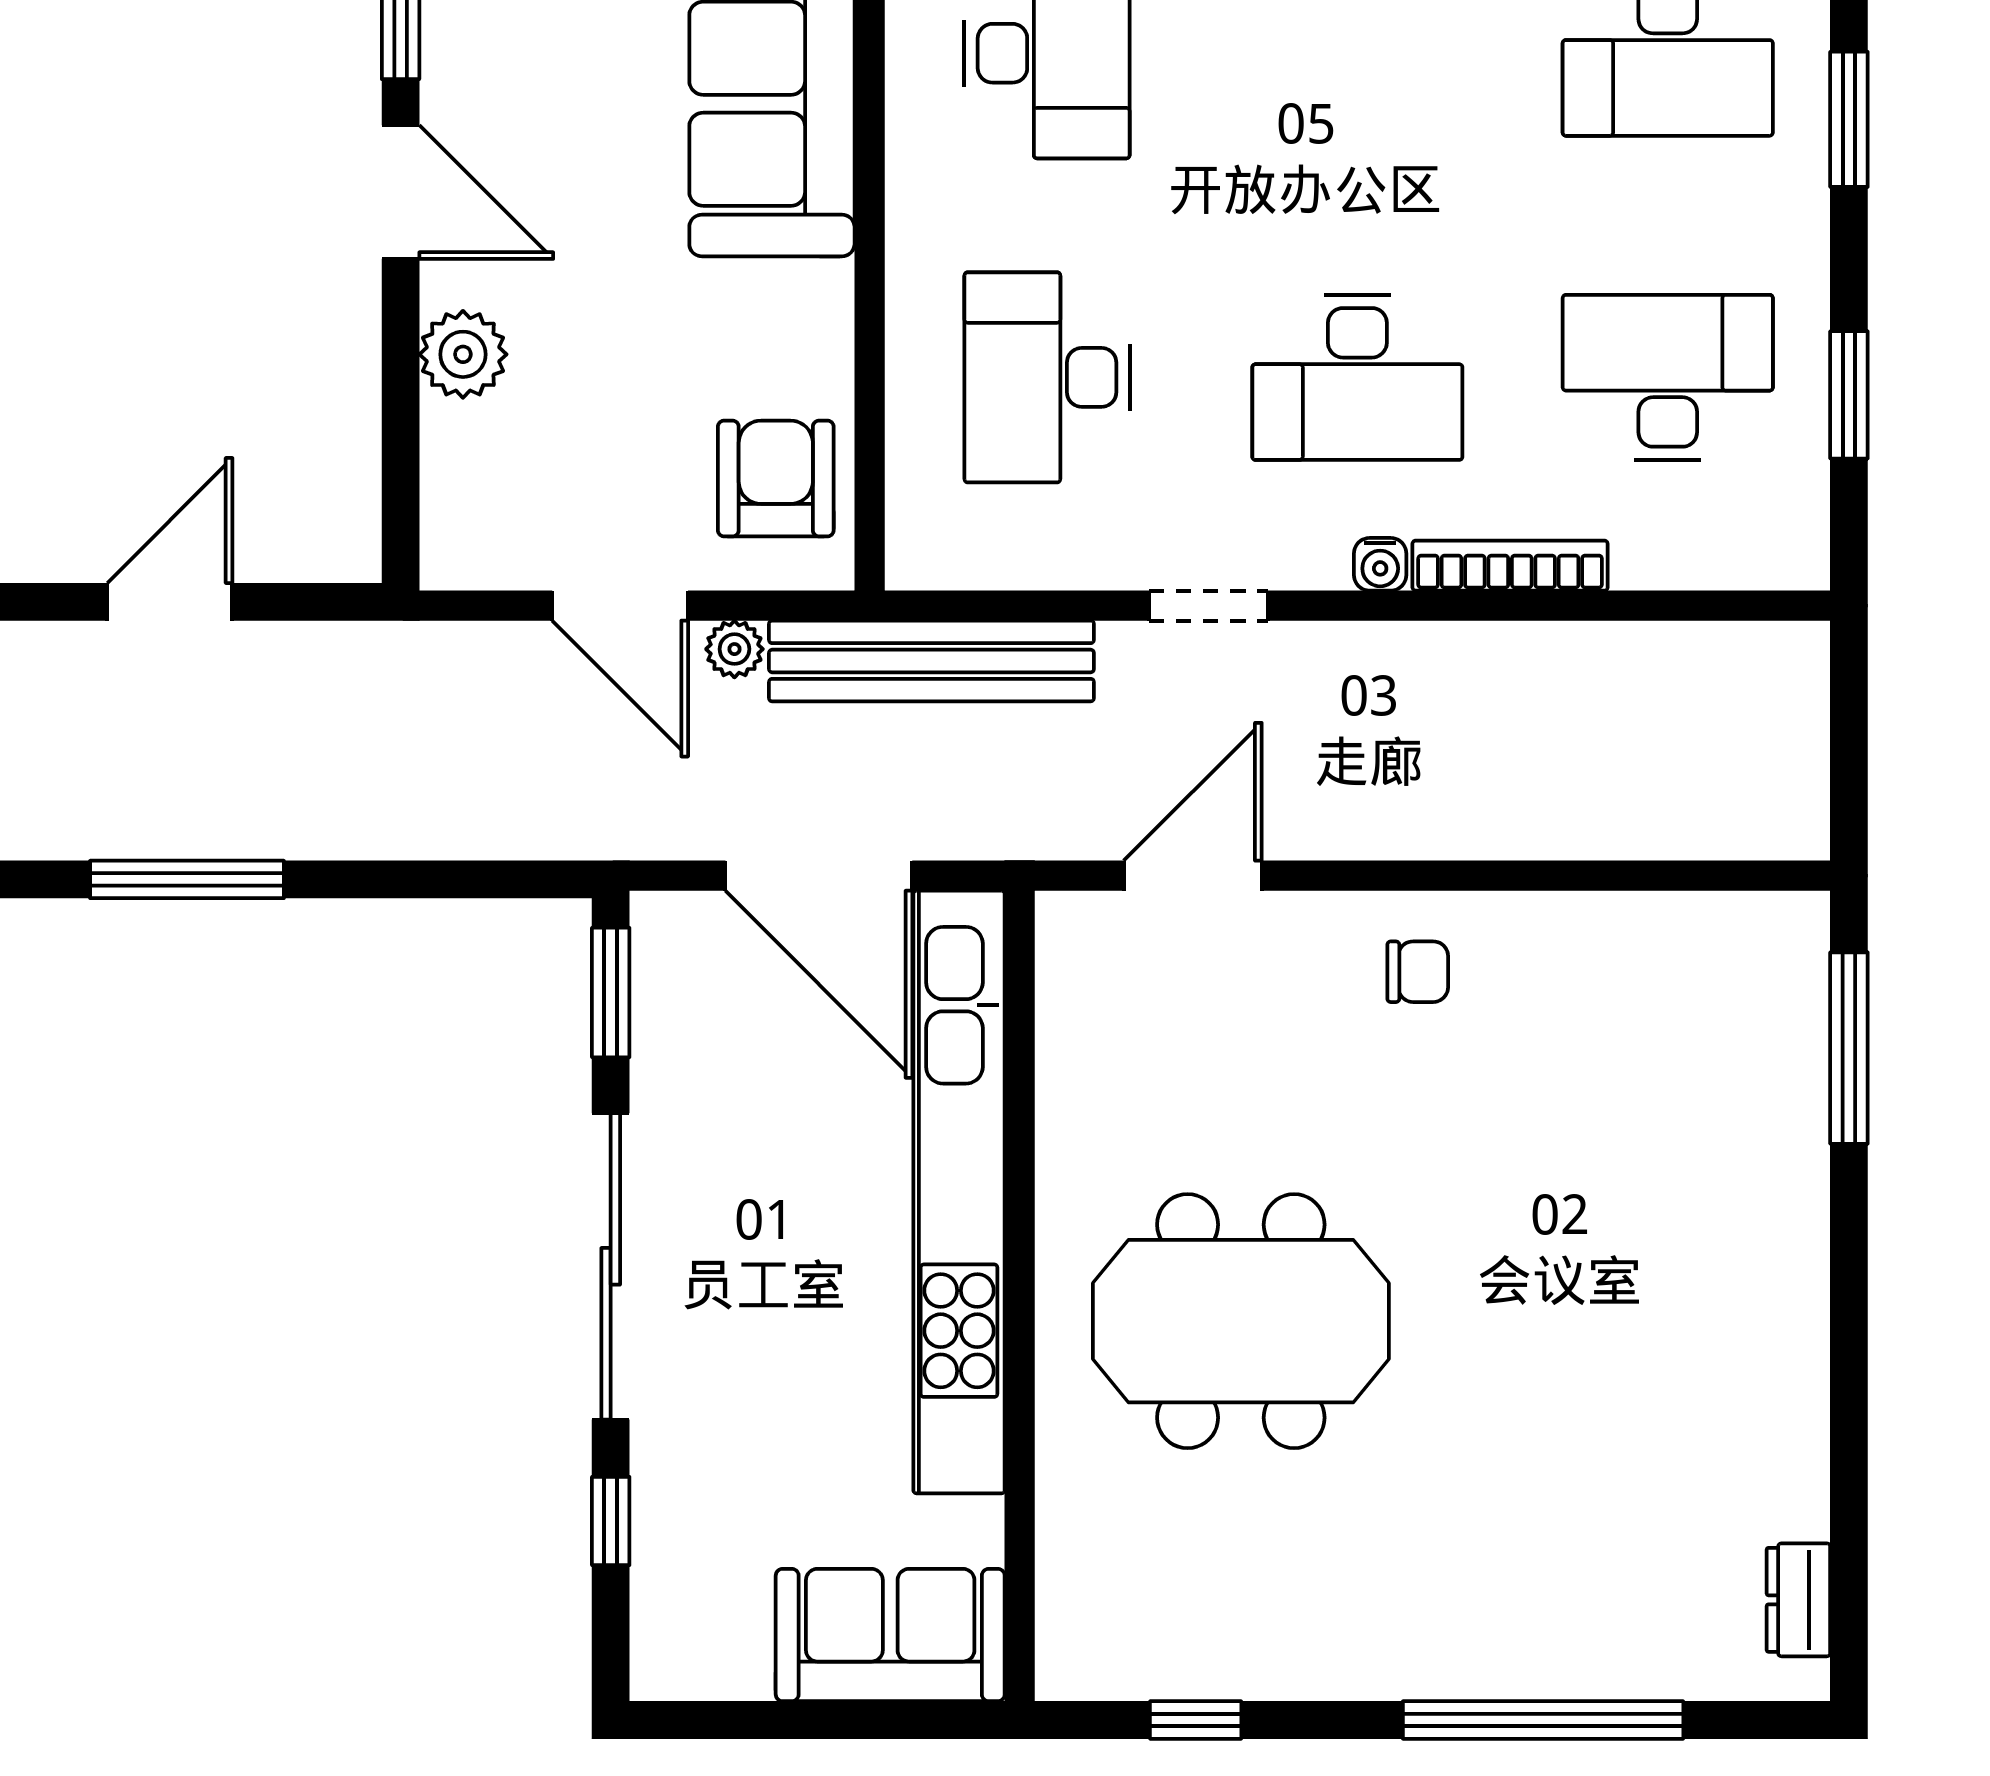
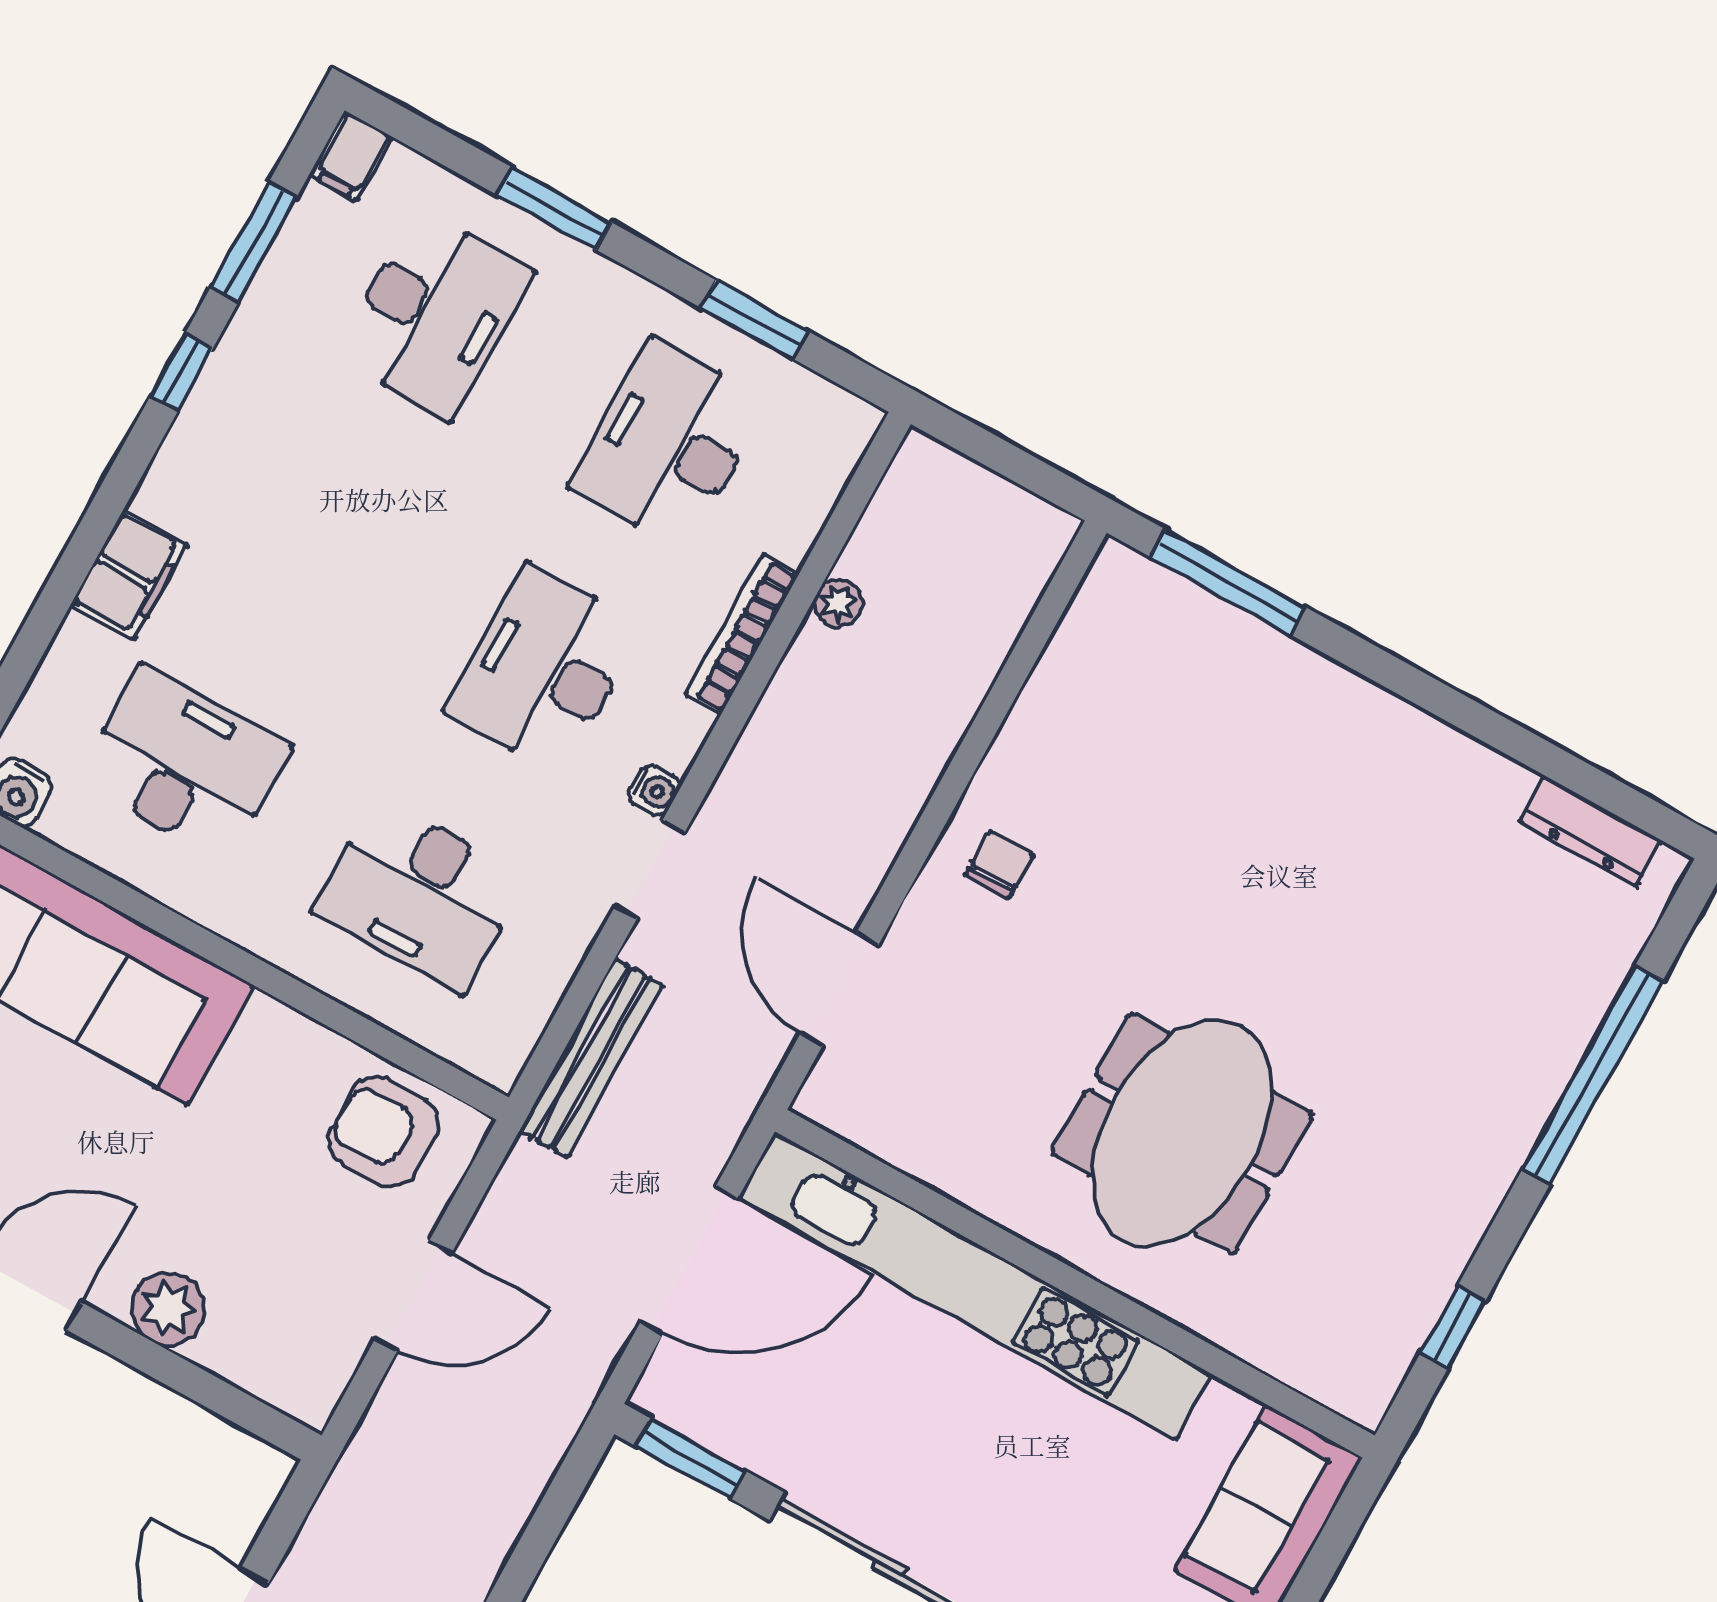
desk: (1357, 377) -> (544, 669), turned 180
water cooler: (1380, 564) -> (655, 790), moved
plant: (734, 649) -> (839, 603), moved
bench: (931, 661) -> (591, 1058), width x0.73, depth x0.82
dresser: (1798, 1600) -> (1590, 831), width x1.44

